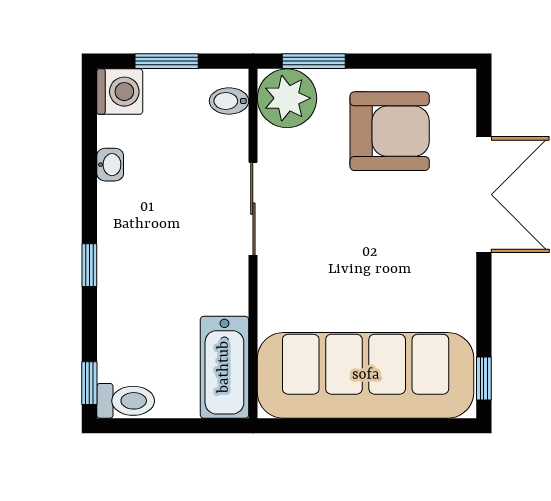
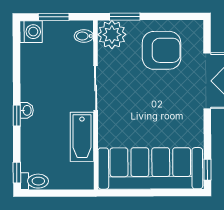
washbasin: (110, 165) -> (27, 110), moved
bathtub: (224, 367) -> (82, 137), moved

